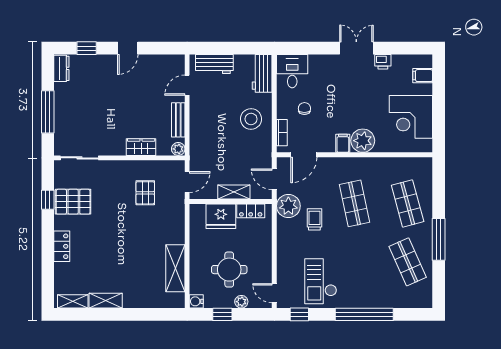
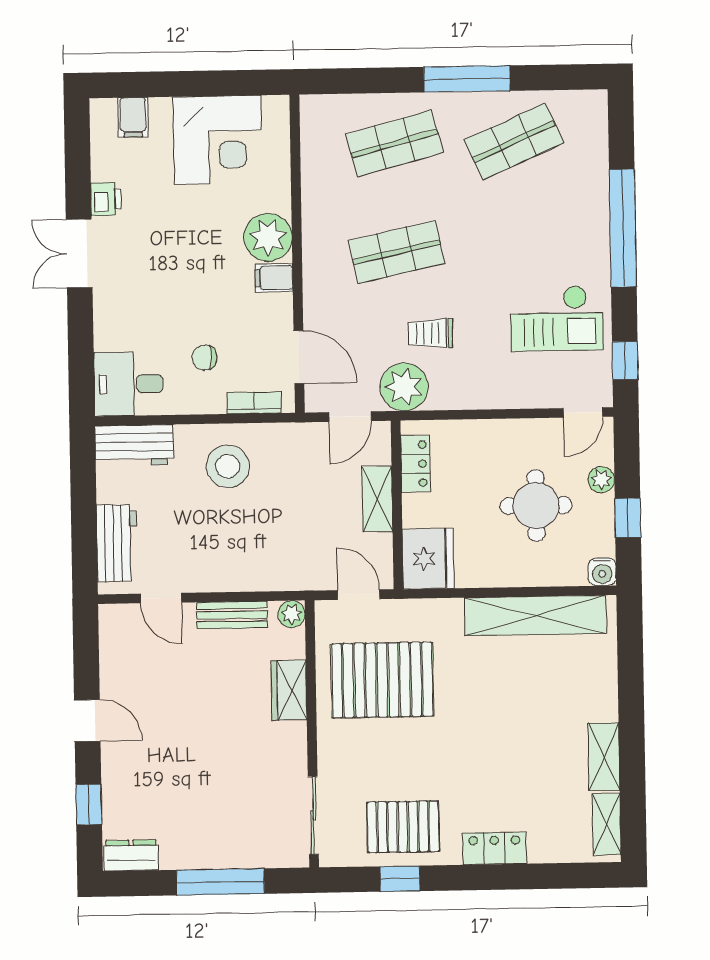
pallet: (145, 193) -> (382, 680), width x2.05, depth x2.00
pallet: (73, 202) -> (403, 827), turned 90
fridge: (221, 216) -> (428, 559), moved
shelving: (175, 268) -> (535, 616), width x1.47

